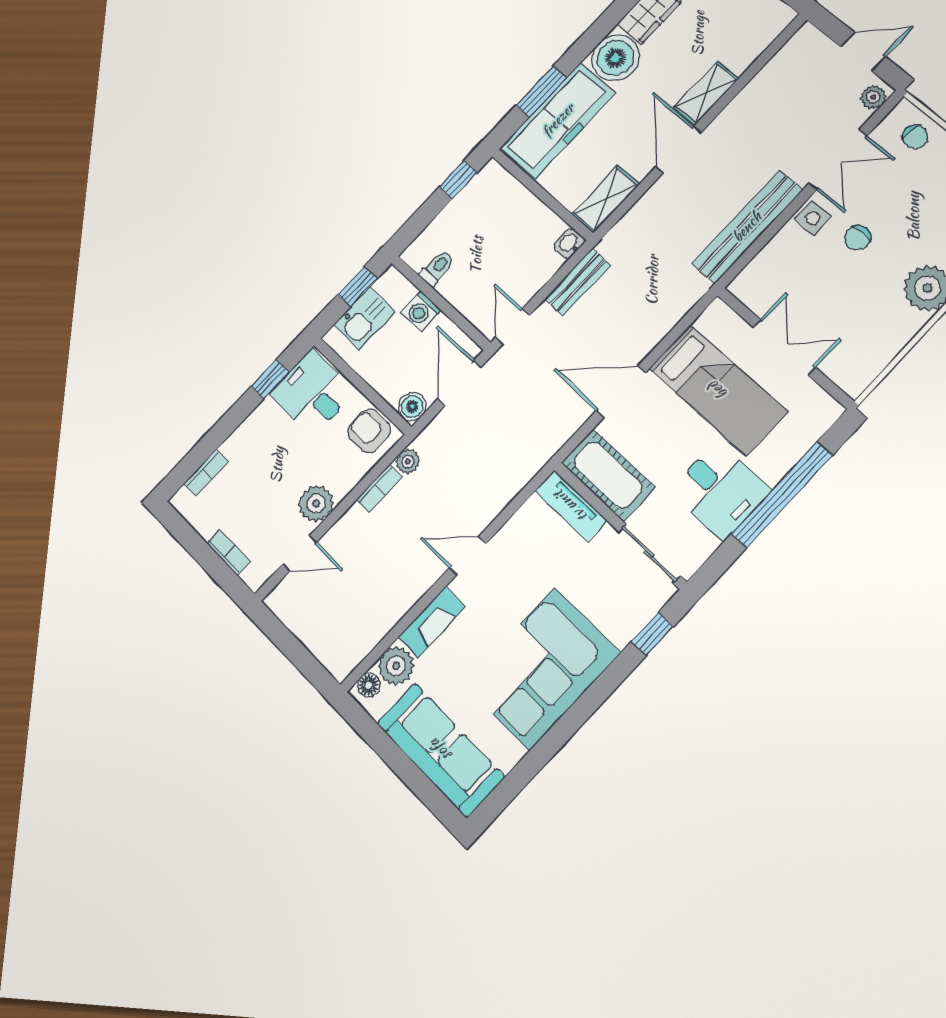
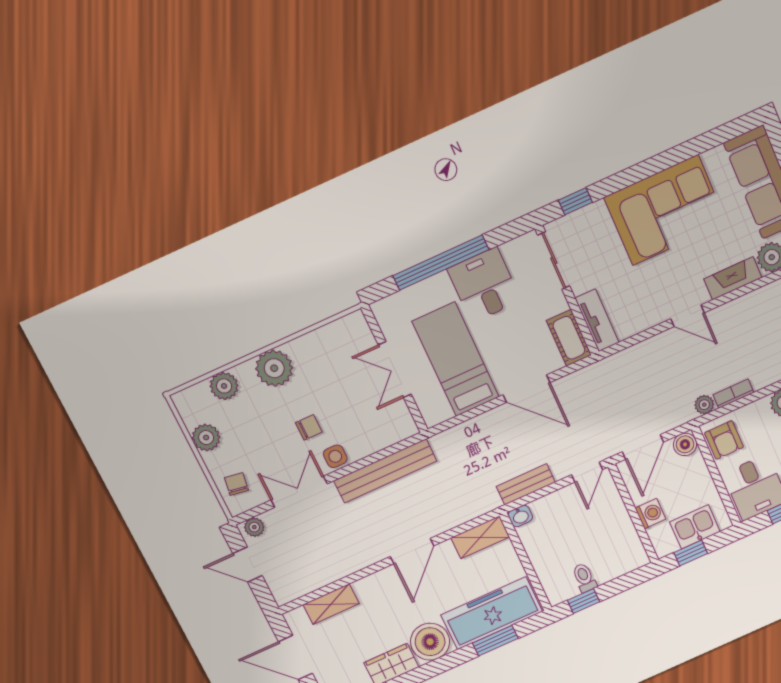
shelving: (706, 93) -> (331, 604), moved
toilet: (437, 268) -> (584, 578), moved, turned 90
cot: (608, 475) -> (569, 338), width x0.73, depth x0.75

